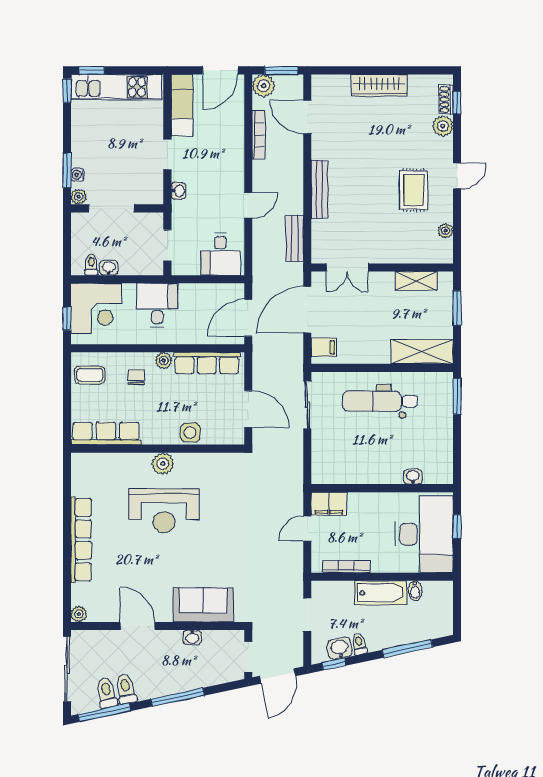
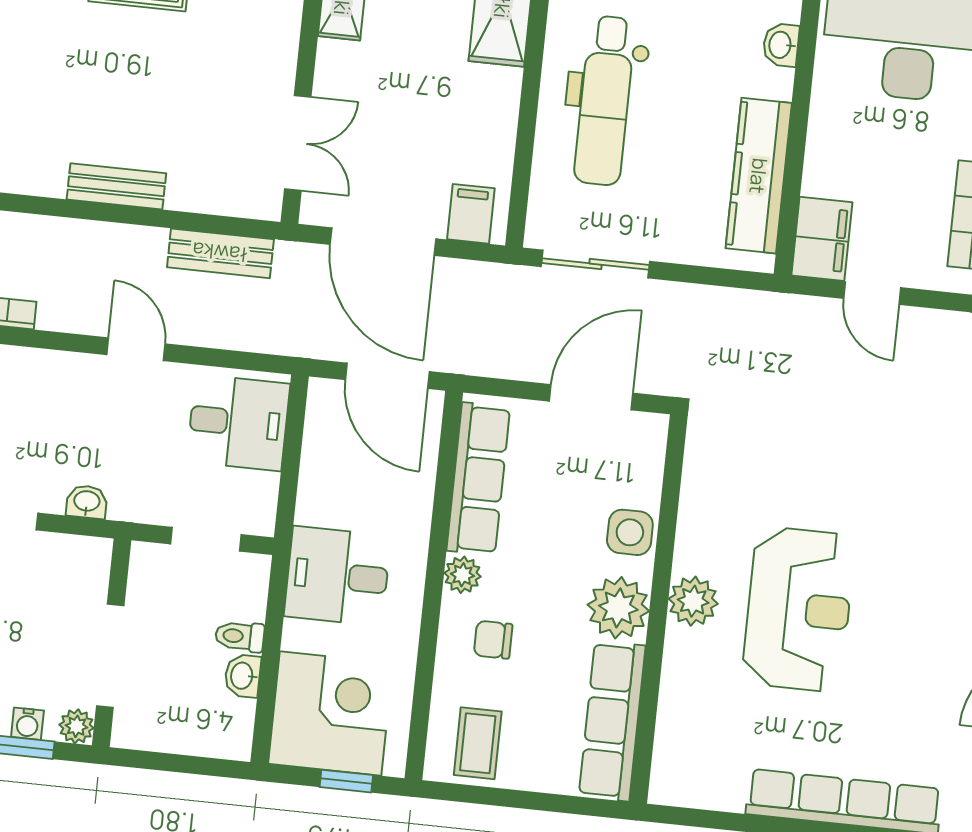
bench: (319, 189) -> (116, 186), width x0.73
toilet: (91, 265) -> (240, 636), moved
plant: (156, 431) -> (618, 608), added
kitchen counter: (354, 473) -> (759, 176), added

